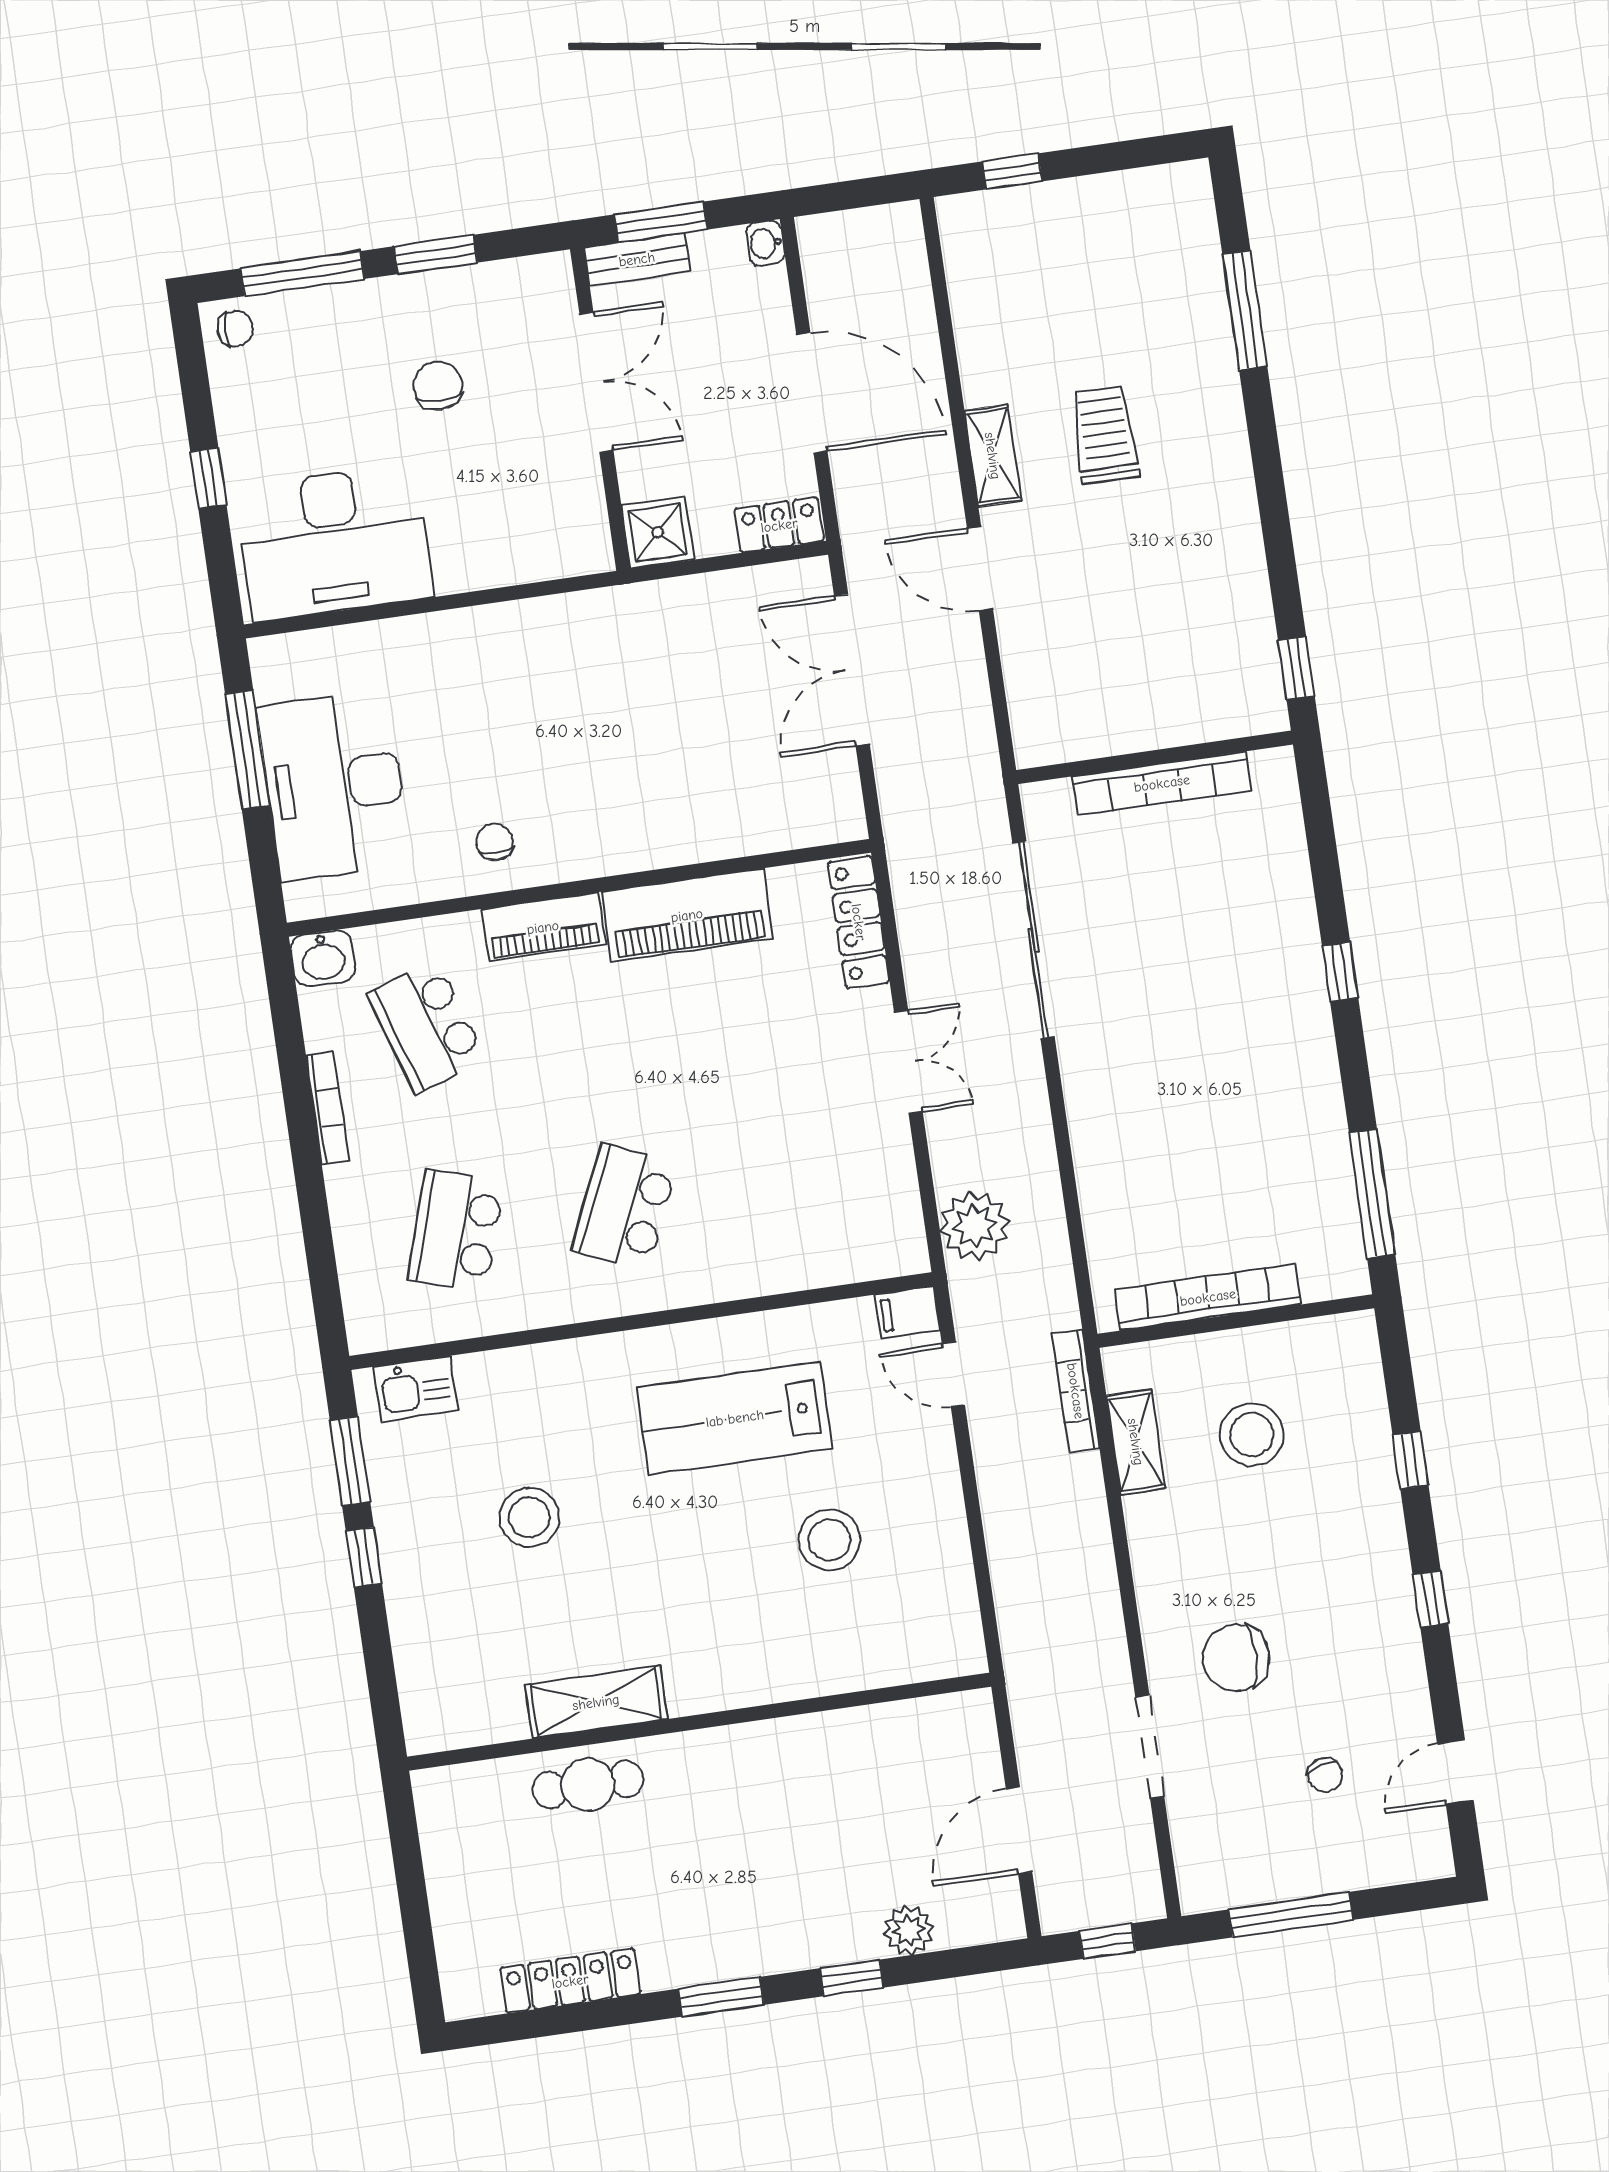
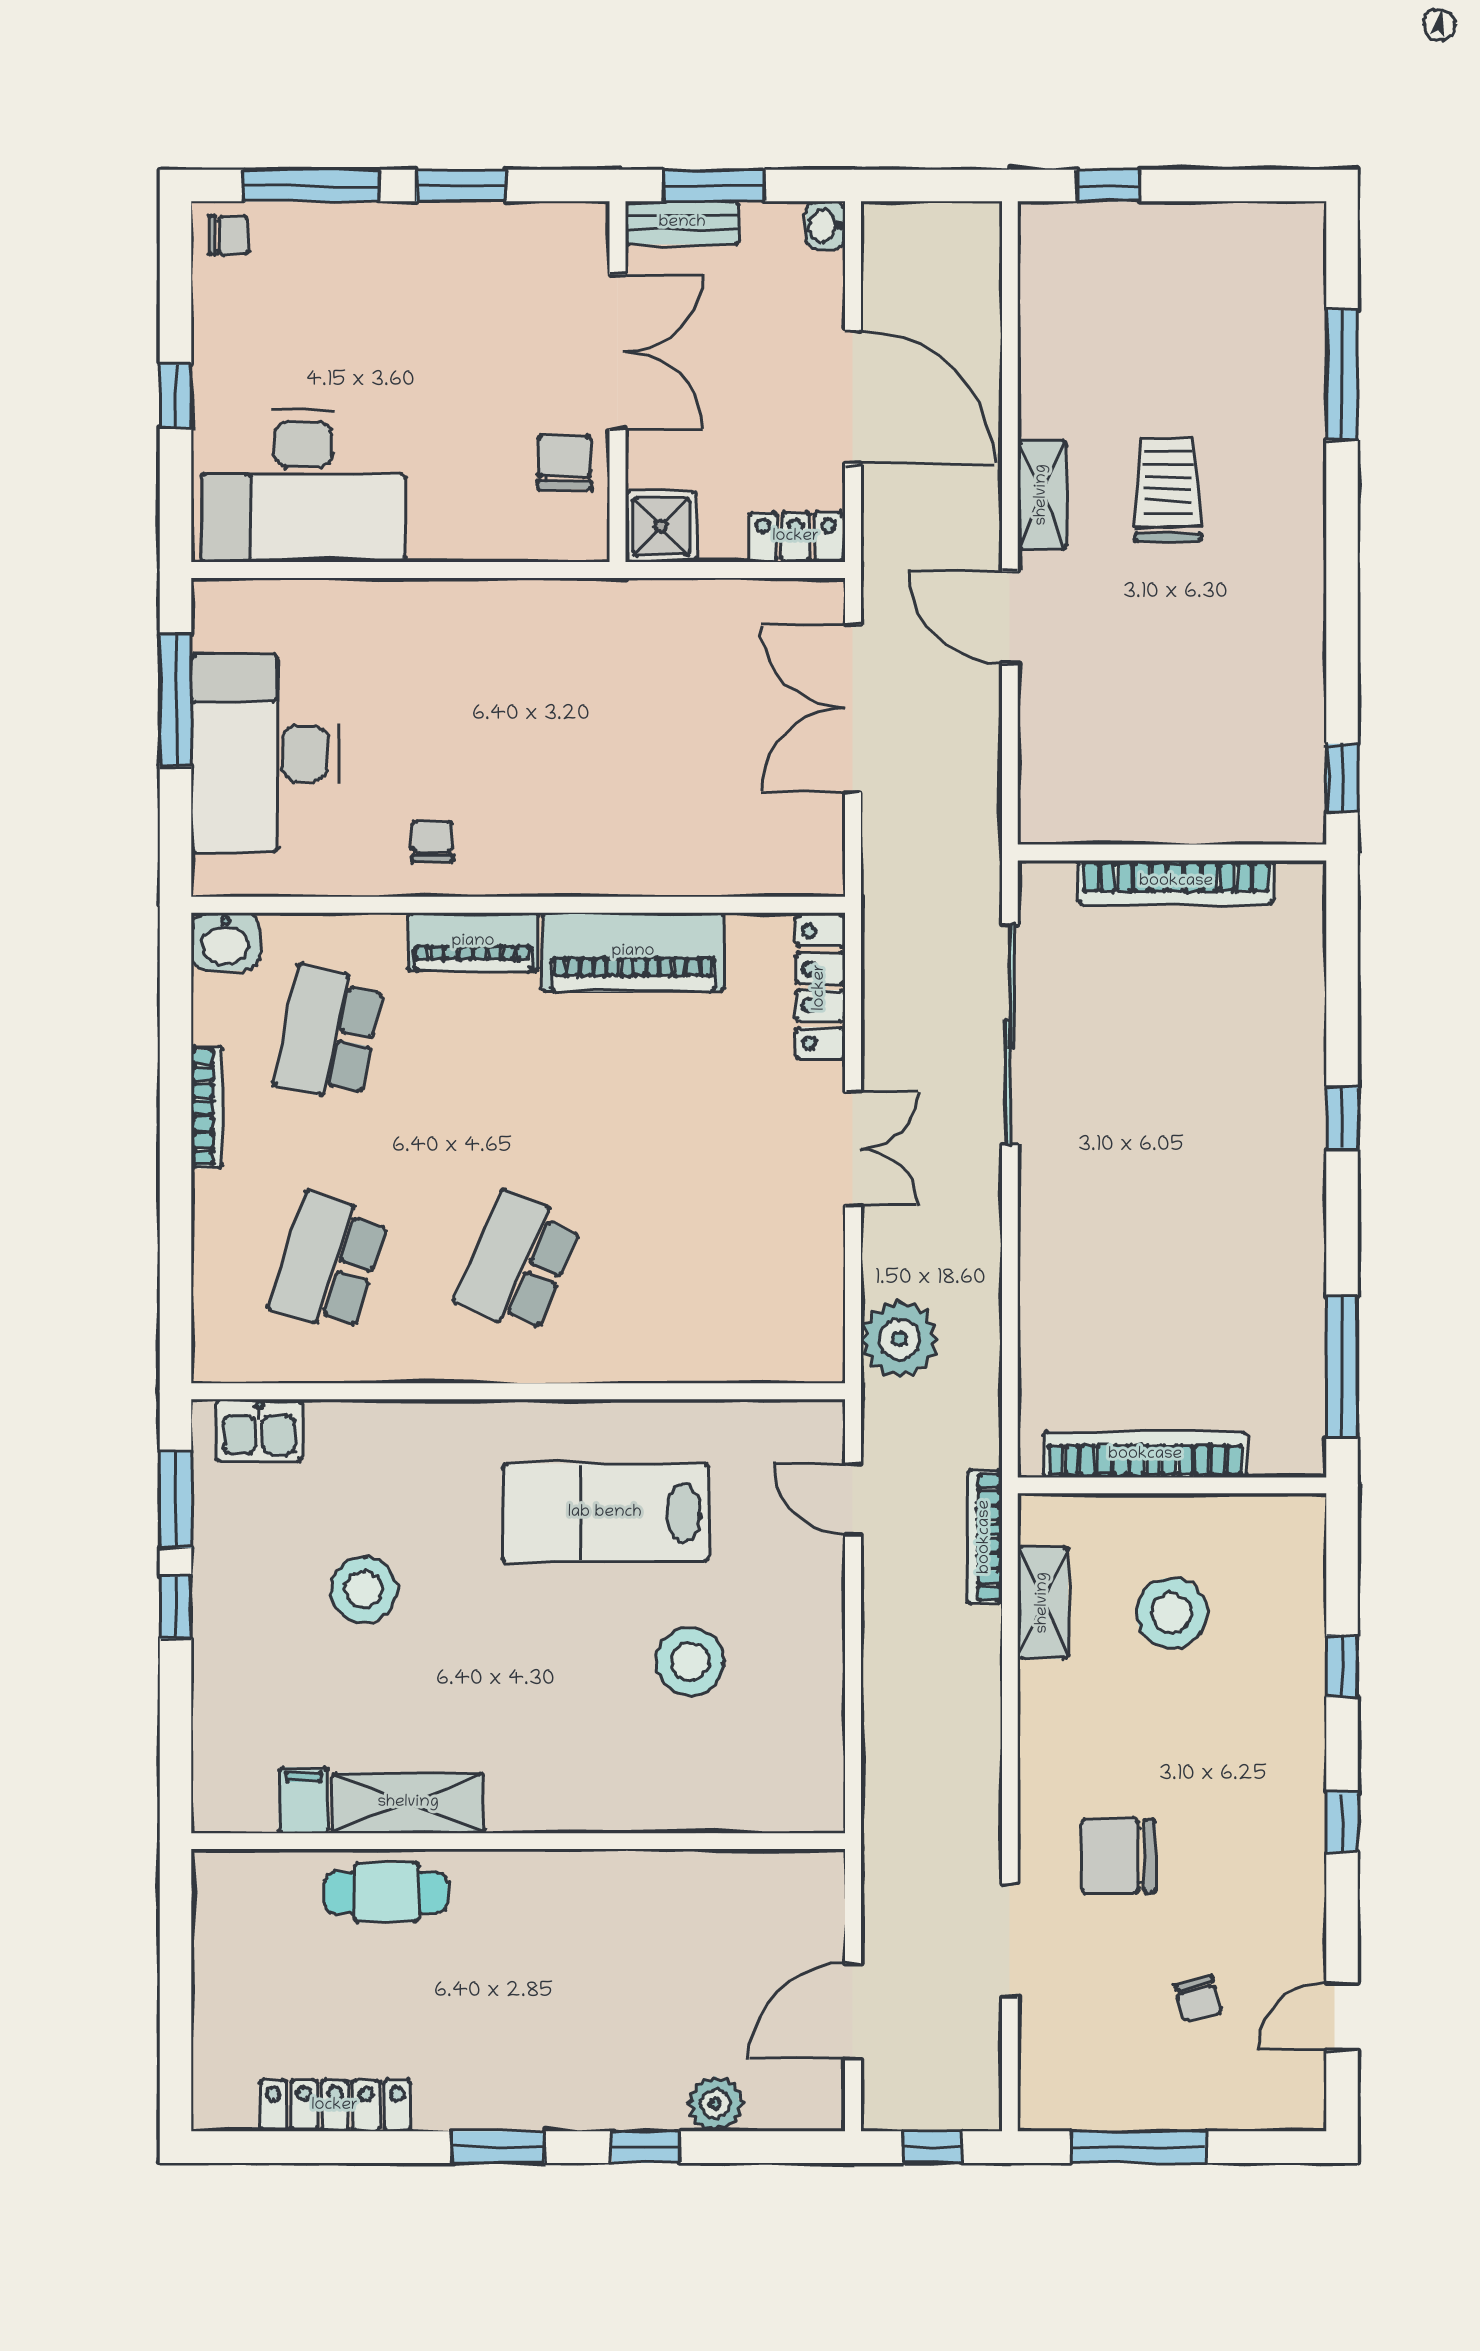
chair: (438, 386) -> (565, 463), moved
school desk: (427, 1027) -> (328, 1033), turned 30
filing cabinet: (907, 1312) -> (304, 1800), moved, turned 90

